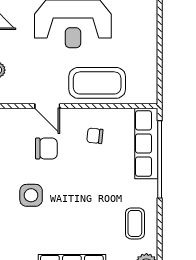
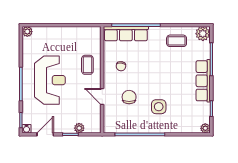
coffee table: (97, 83) -> (87, 65), width x0.54, depth x0.58
door: (47, 106) -> (102, 97), swing flipped

